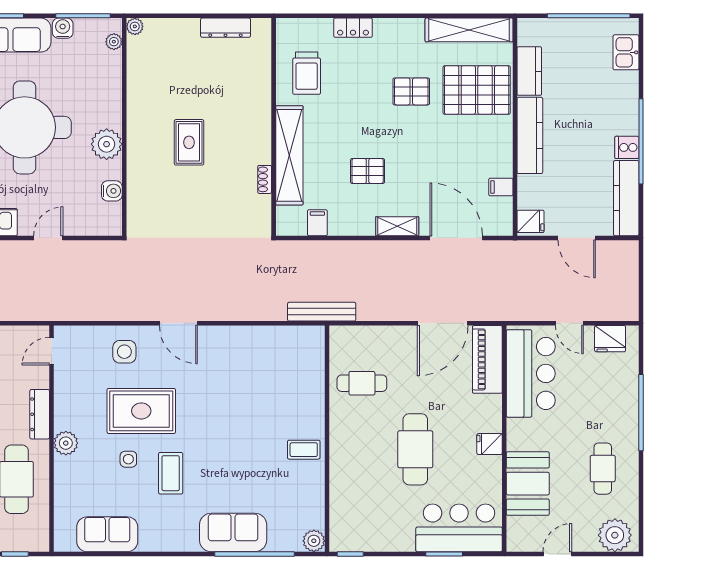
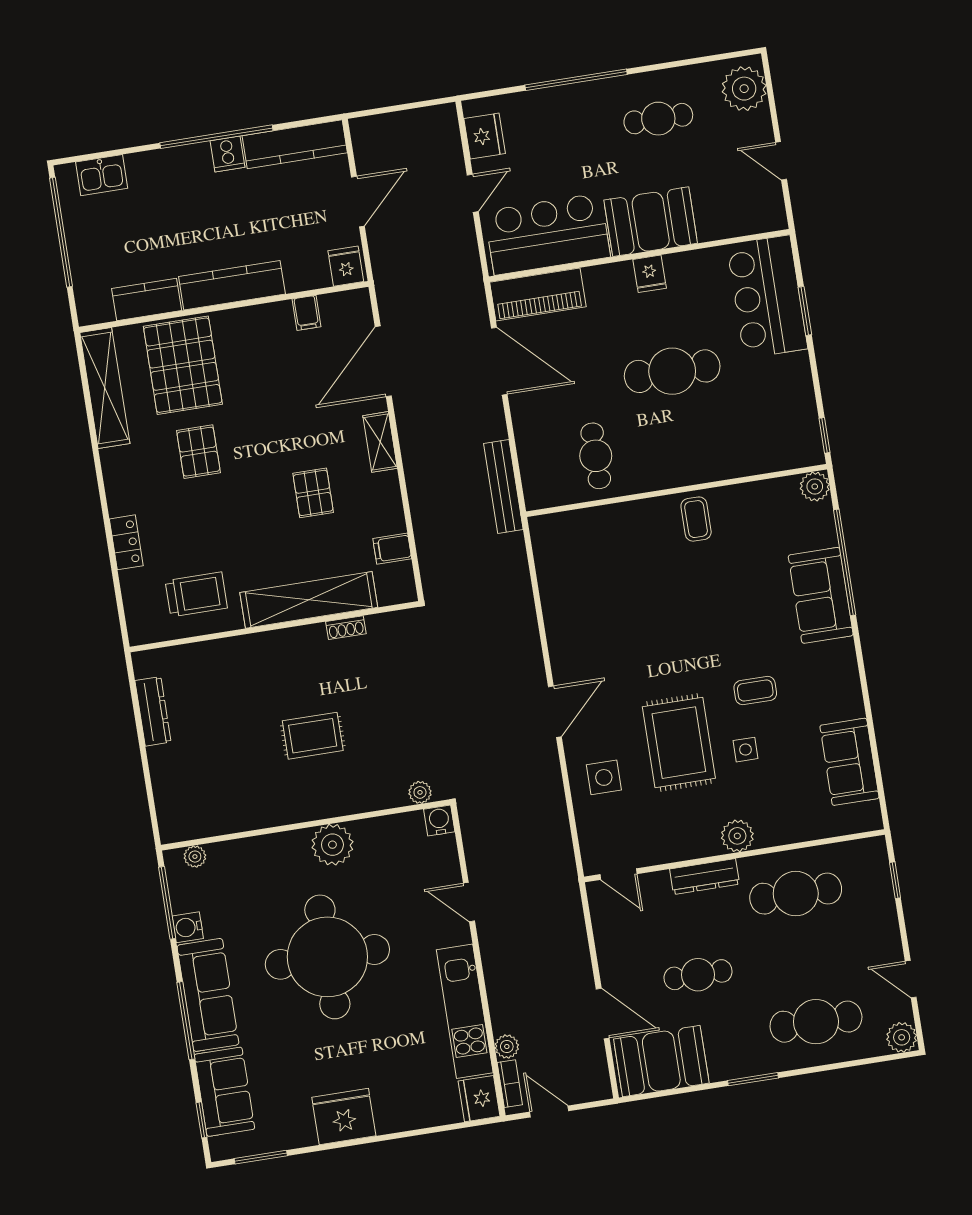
plant: (135, 26) -> (420, 792), moved
water cooler: (112, 191) -> (439, 821), moved
bench: (322, 312) -> (503, 486), moved
coffee table: (171, 473) -> (755, 691), width x0.73, depth x0.77
booth: (528, 484) -> (651, 222), moved

